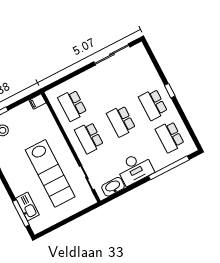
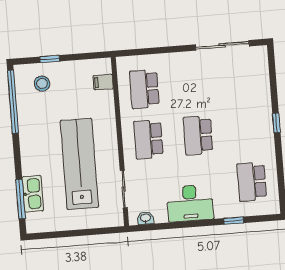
filing cabinet: (37, 101) -> (103, 82), moved
school desk: (153, 104) -> (248, 131), removed
window: (169, 168) -> (234, 221), width x0.32
lab bench: (50, 173) -> (79, 164), turned 180
washbasin: (113, 187) -> (145, 218), width x0.52, depth x0.69

